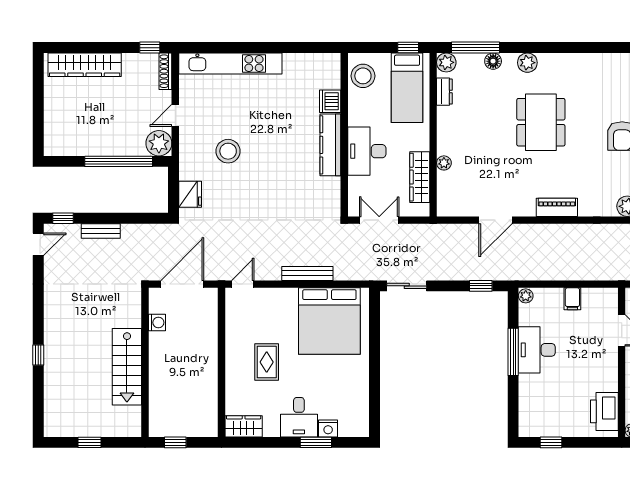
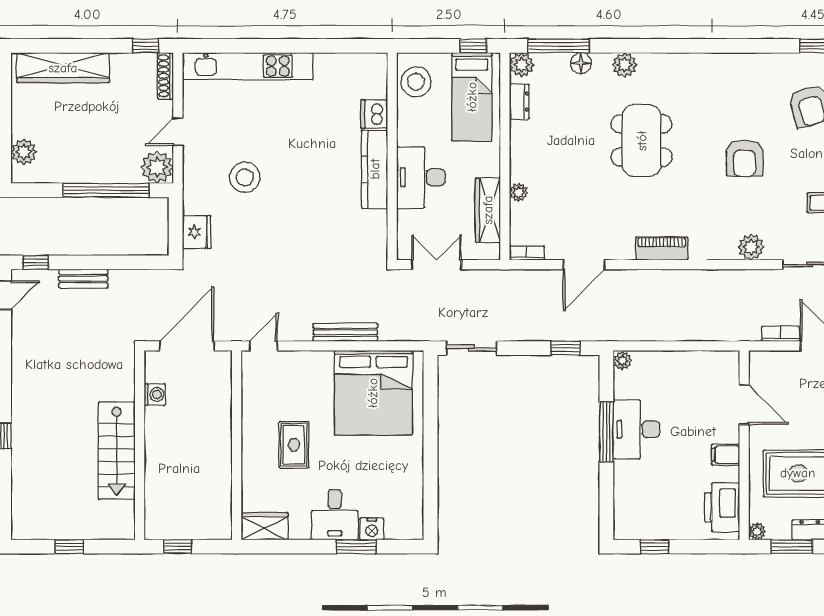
plant: (54, 131) -> (24, 152), added
bookcase: (451, 211) -> (527, 253), added
filing cabinet: (572, 299) -> (725, 455), moved, turned 90

